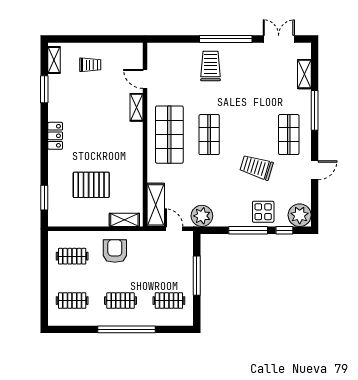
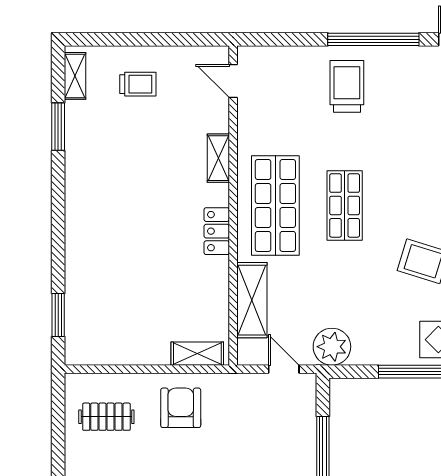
door: (145, 79) -> (233, 81), moved
locker: (55, 136) -> (217, 231), moved, turned 180
pallet: (91, 185) -> (140, 293), removed
shelving: (156, 205) -> (252, 300), moved

